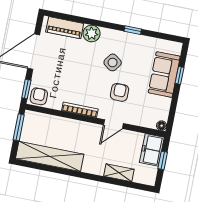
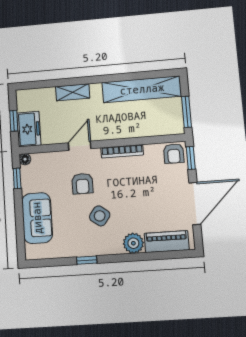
window: (180, 75) -> (17, 178), moved
shelving: (119, 173) -> (73, 92), moved

